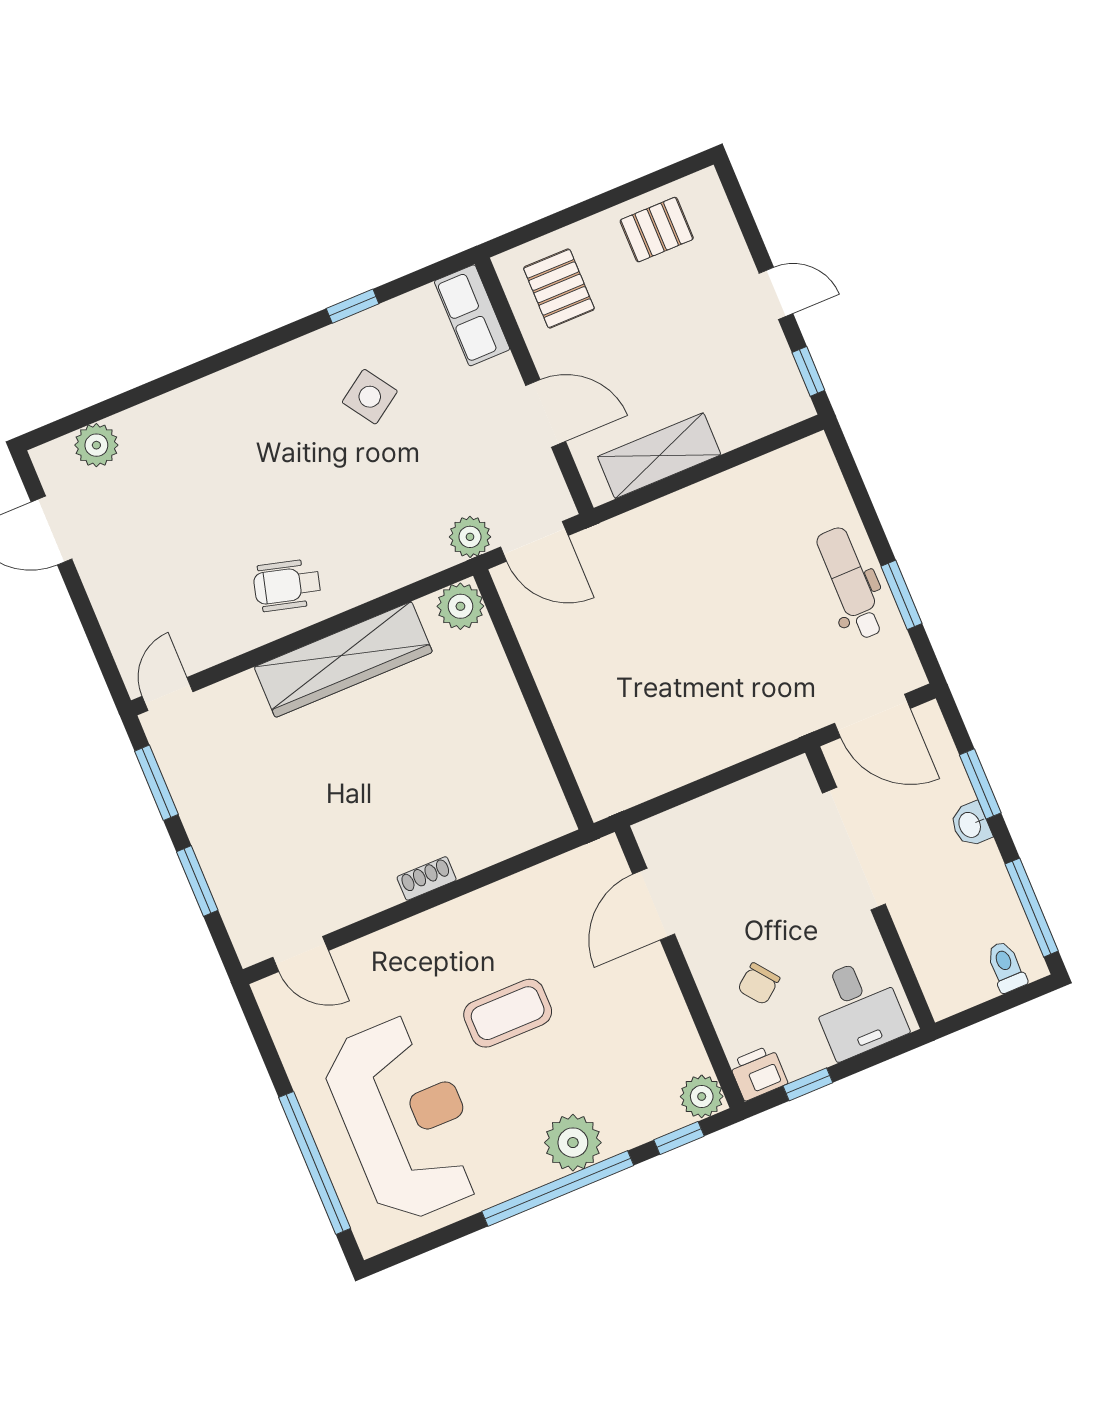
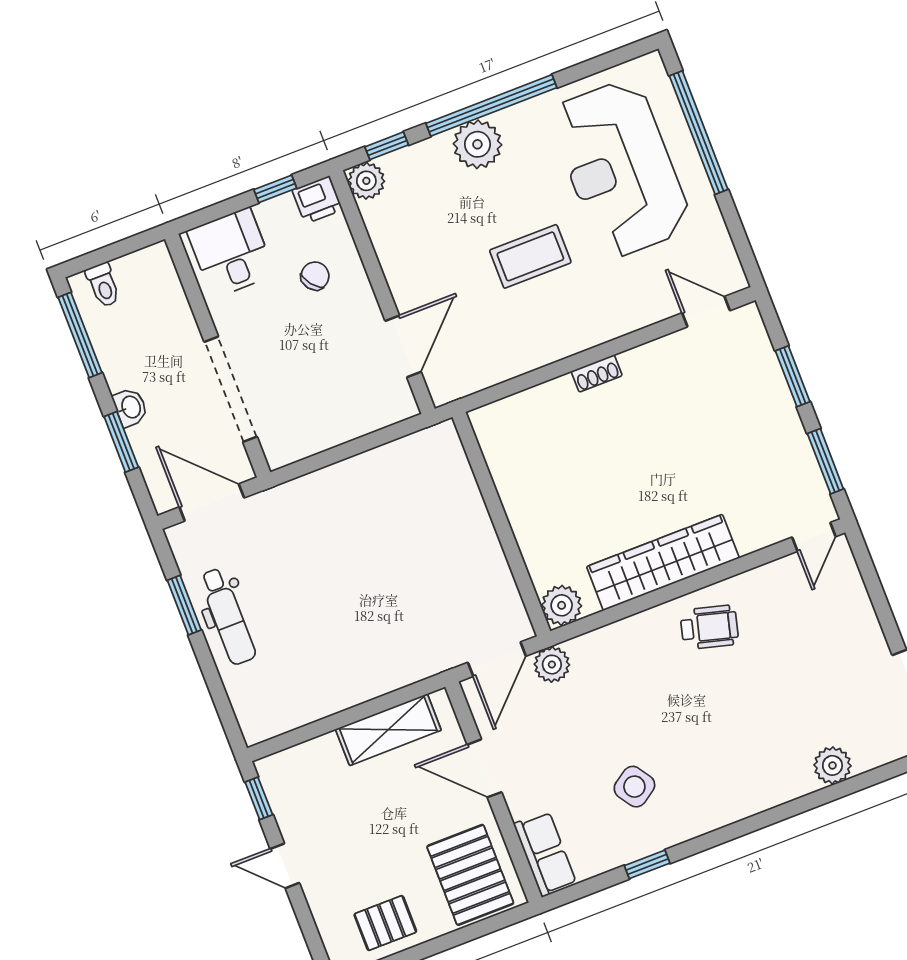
pallet: (559, 288) -> (470, 875), width x1.50, depth x1.42
plant: (96, 445) -> (832, 765), moved
door: (534, 541) -> (497, 659), swing flipped

